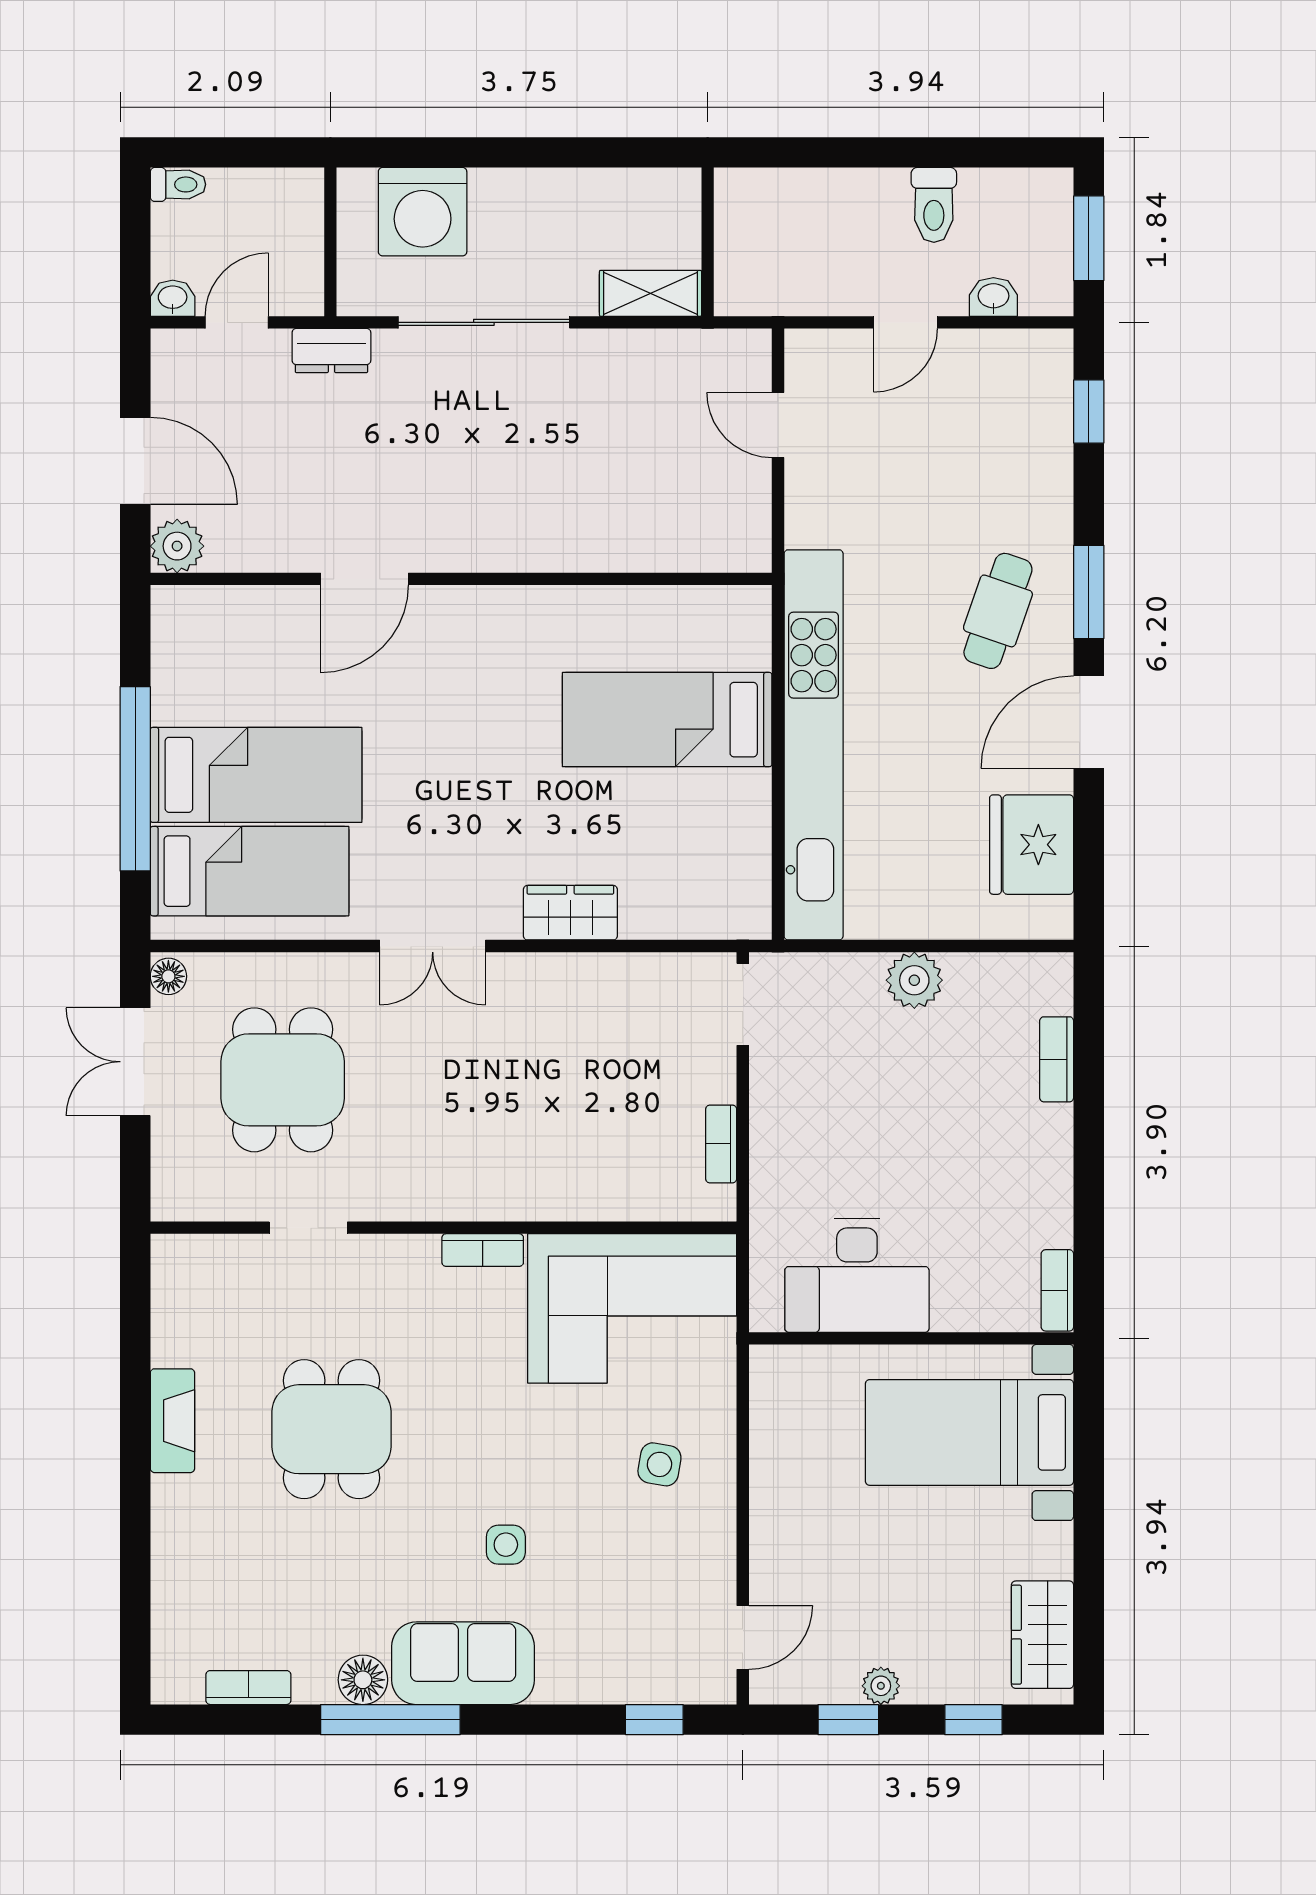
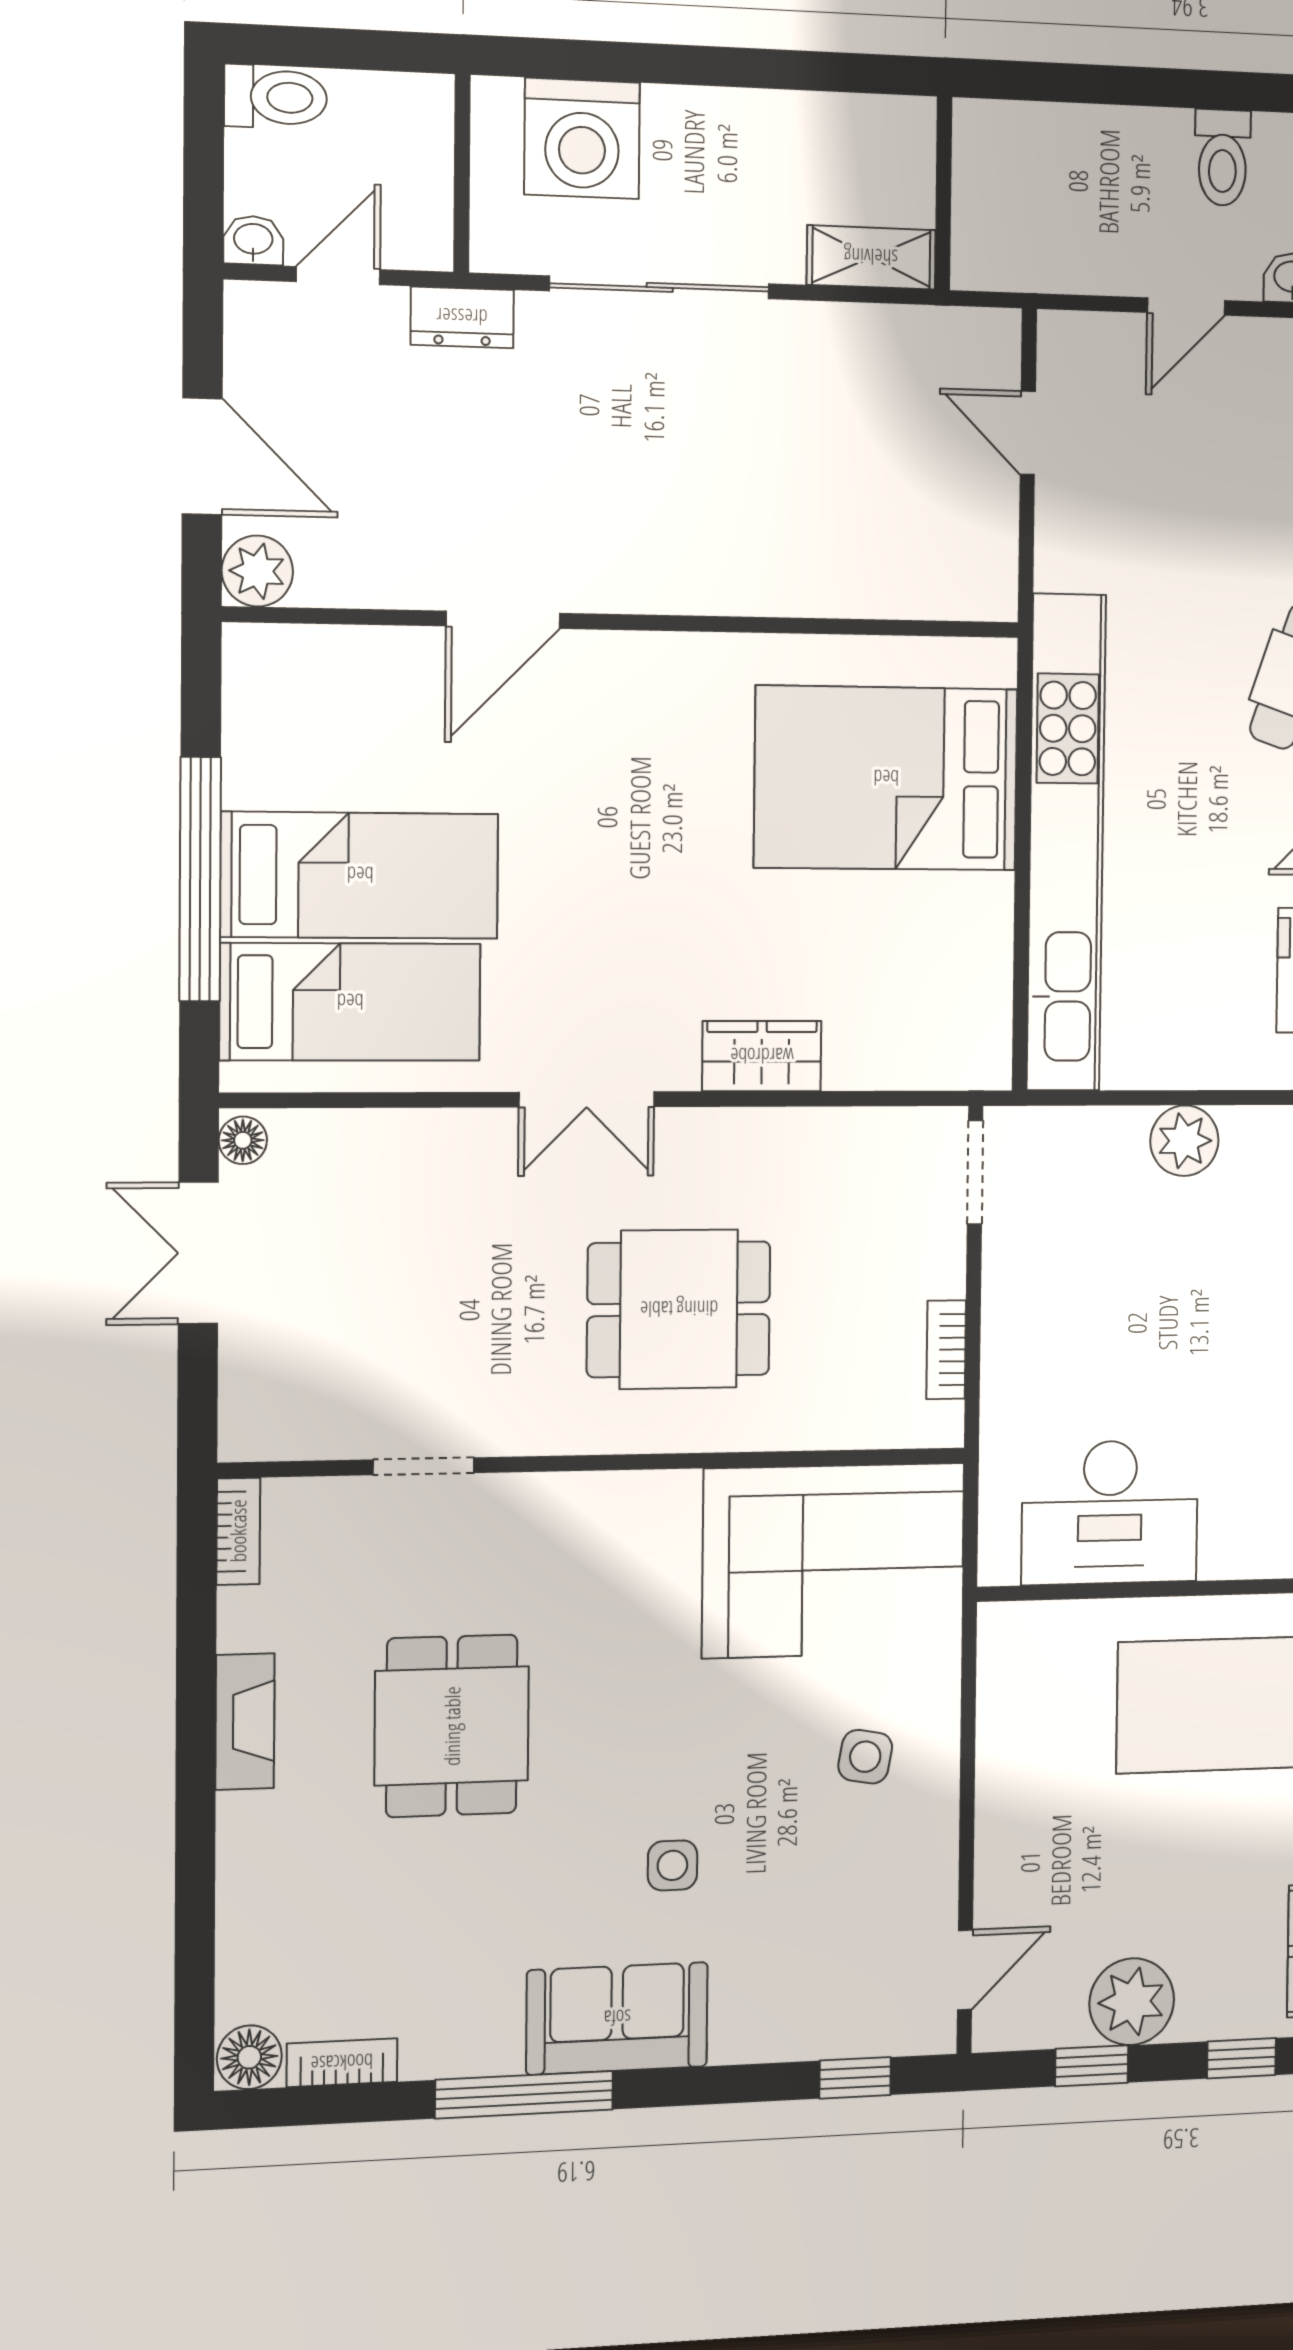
toilet: (178, 184) -> (276, 97), width x1.37, depth x1.39
bed: (667, 720) -> (886, 778), width x1.50
dining table: (283, 1080) -> (679, 1309), moved, turned 90
bookcase: (483, 1250) -> (238, 1531), moved, turned -90
floor lamp: (363, 1680) -> (249, 2057), moved
plant: (881, 1686) -> (1132, 2002), width x1.87, depth x1.87

